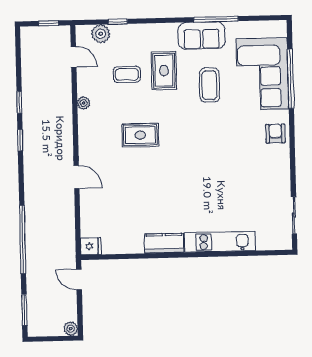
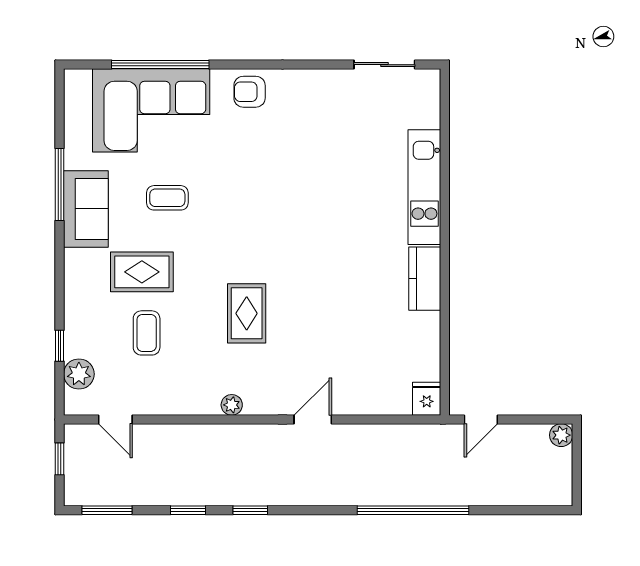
door: (74, 57) -> (115, 419), swing flipped
coffee table: (209, 85) -> (167, 198), width x0.73, depth x0.77
plant: (84, 103) -> (232, 405), moved
window: (24, 310) -> (107, 510), moved

